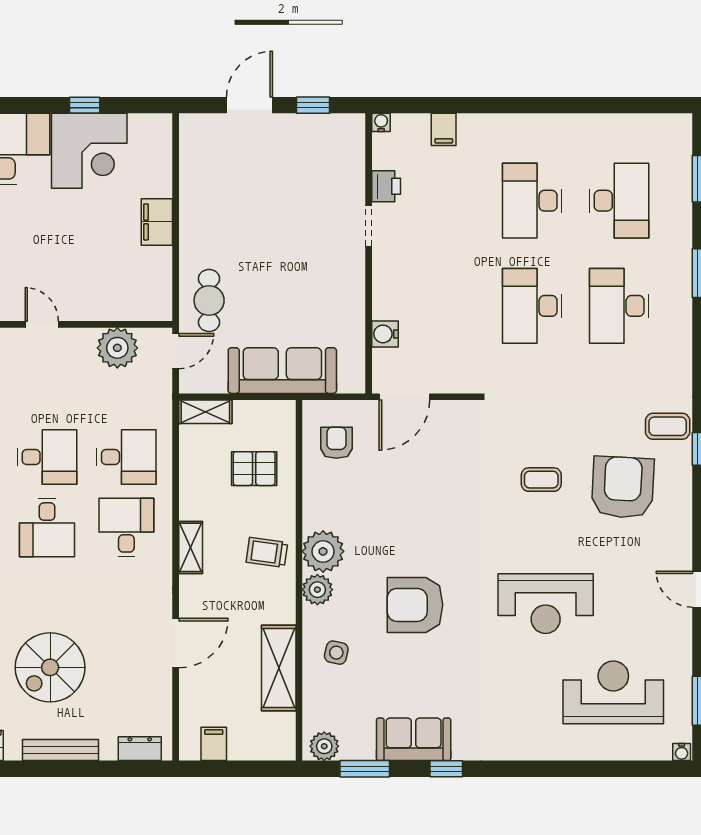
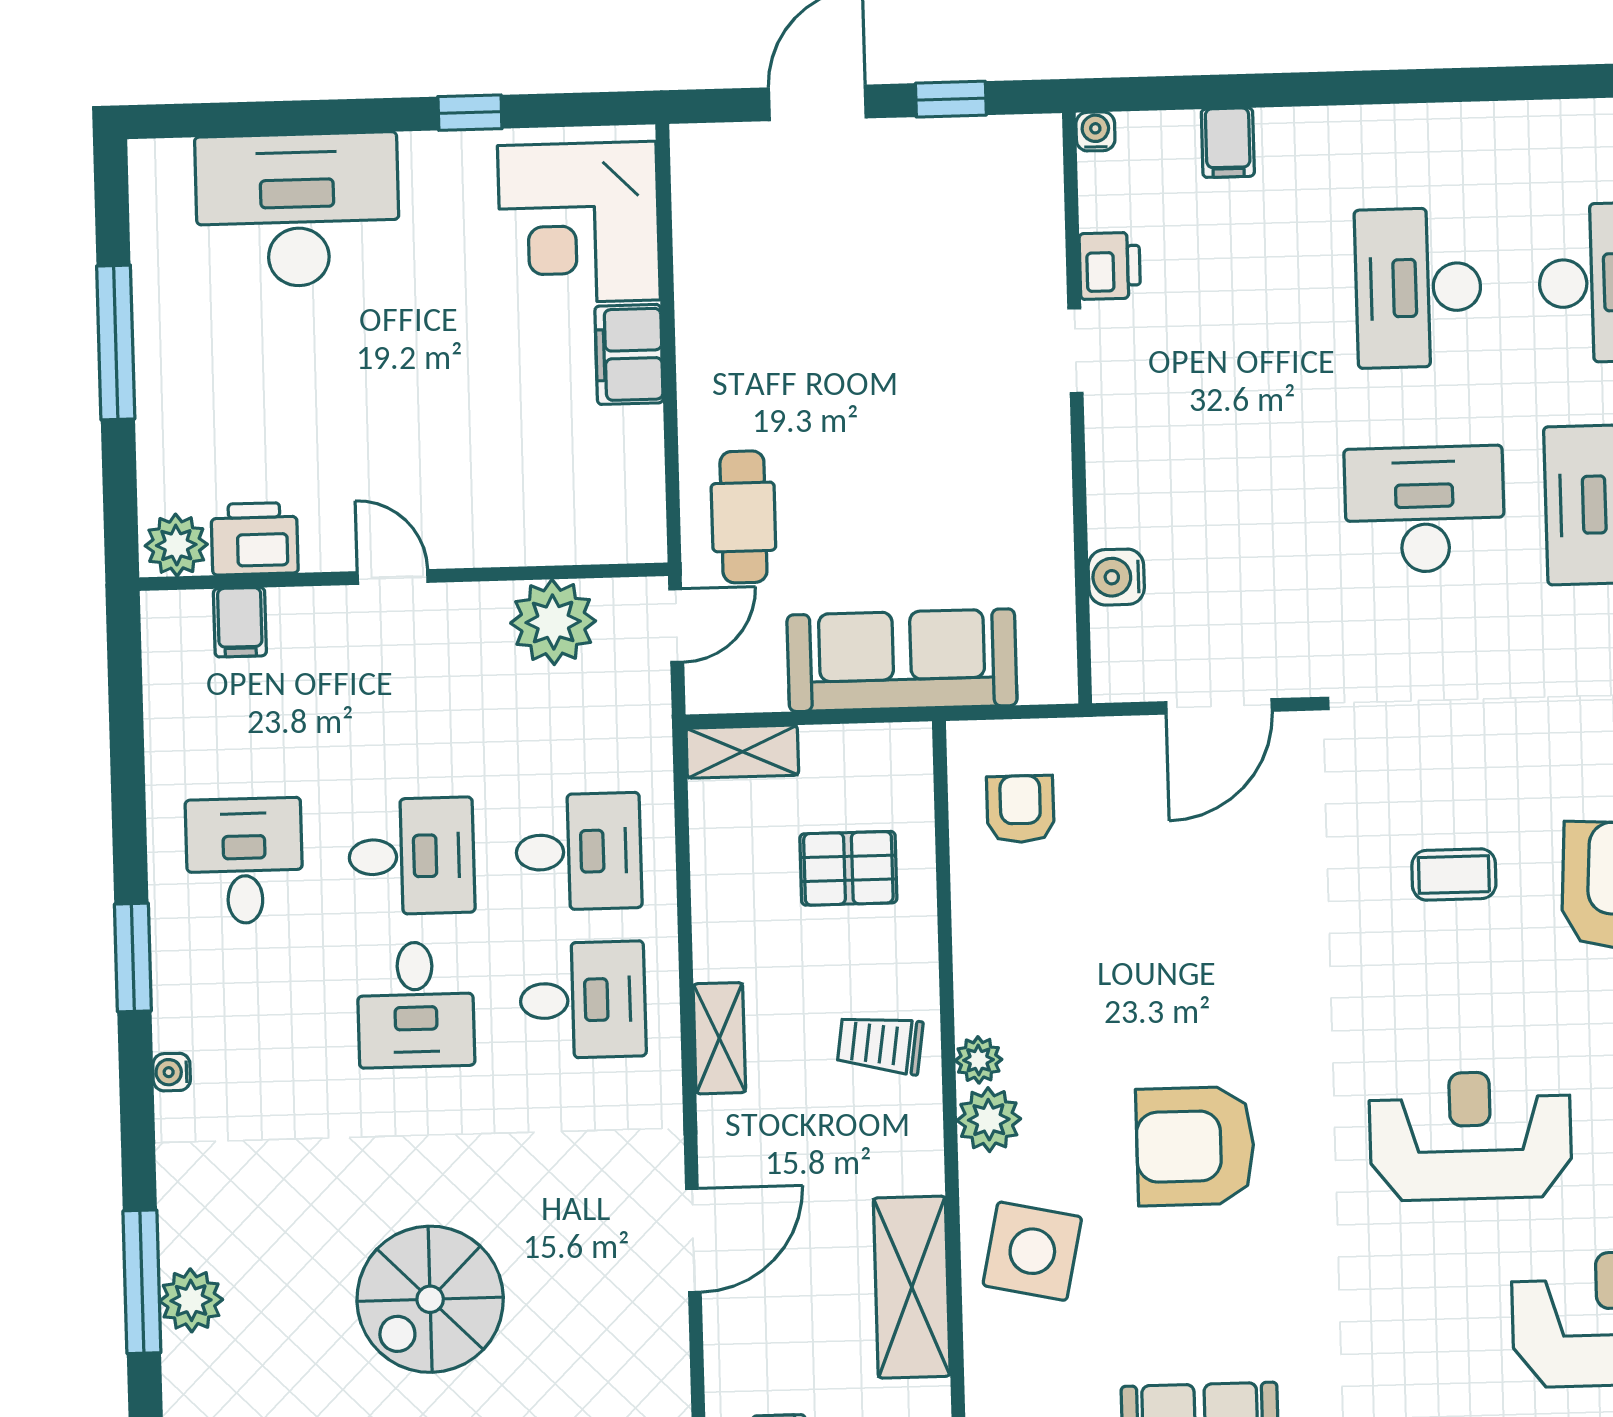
corner desk: (89, 151) -> (579, 223), moved, turned 90
desk: (532, 306) -> (1425, 509), turned 90
door: (404, 397) -> (1219, 706), moved
desk: (126, 527) -> (583, 1000), turned 90
plant: (323, 551) -> (979, 1060), width x0.53, depth x0.53
reception desk: (546, 604) -> (1470, 1136), turned 180
side table: (336, 653) -> (1032, 1251), width x1.87, depth x1.87

